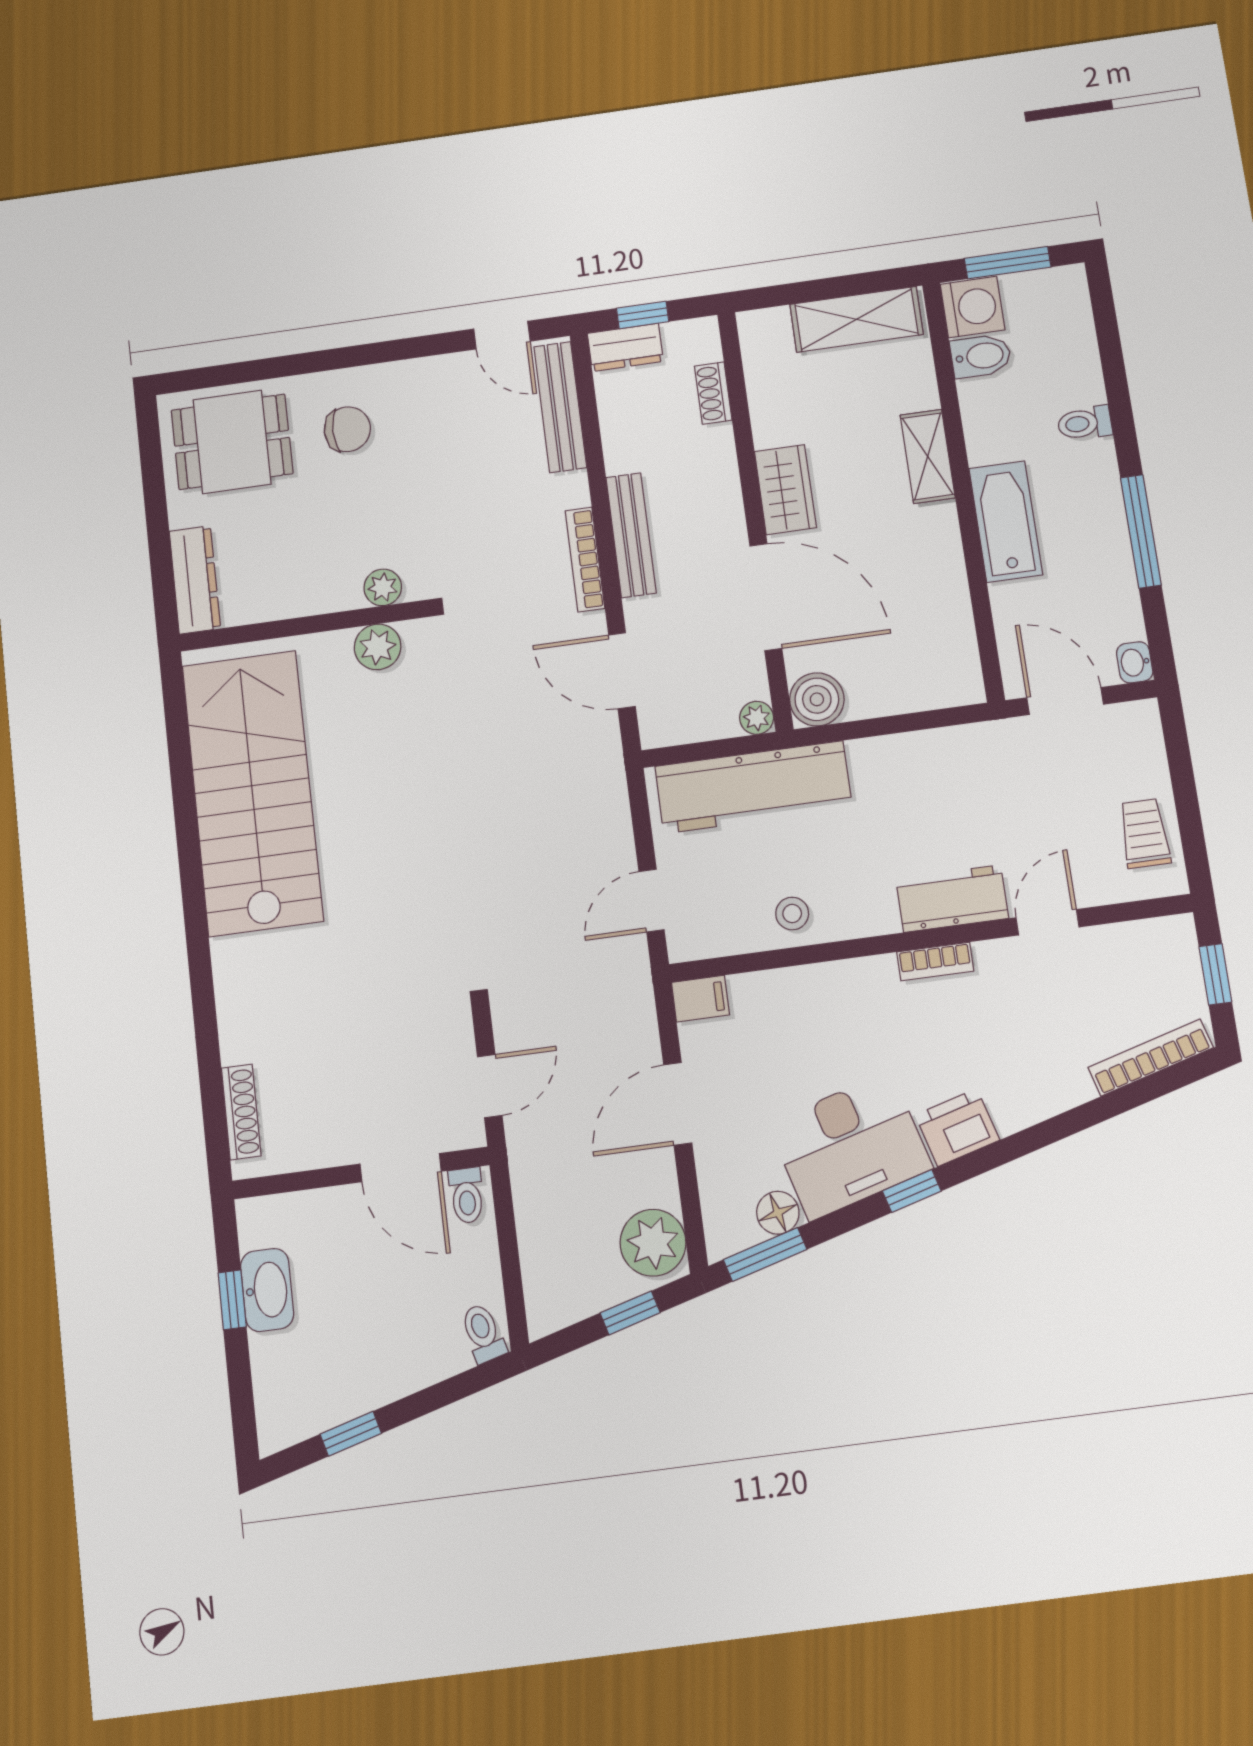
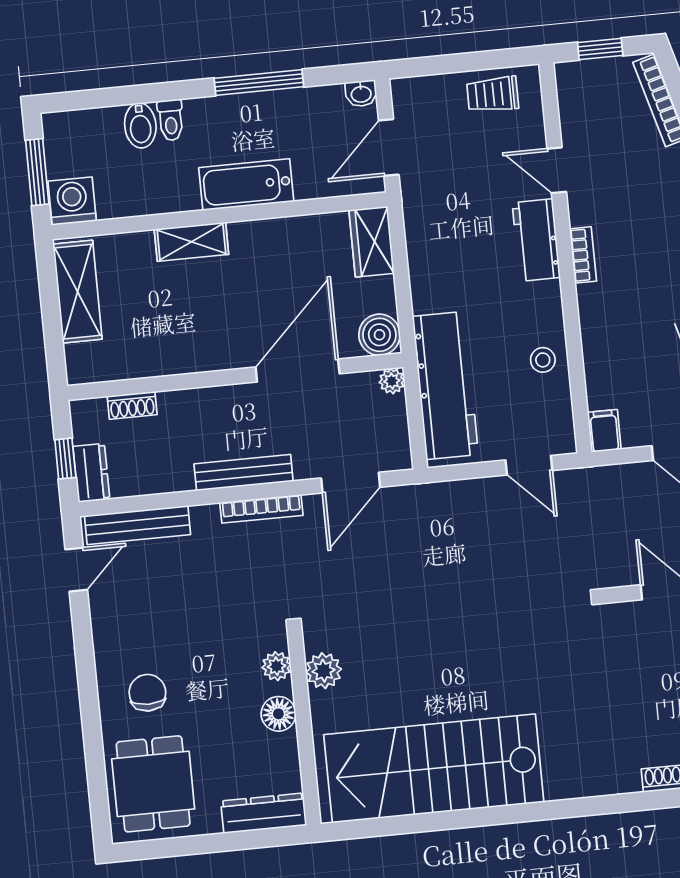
bidet: (981, 356) -> (140, 125), moved, turned 180
wardrobe: (785, 490) -> (371, 242), moved, turned -90
floor lamp: (322, 593) -> (278, 714), added

